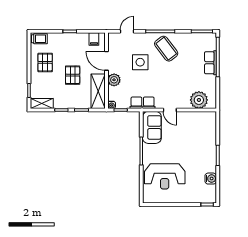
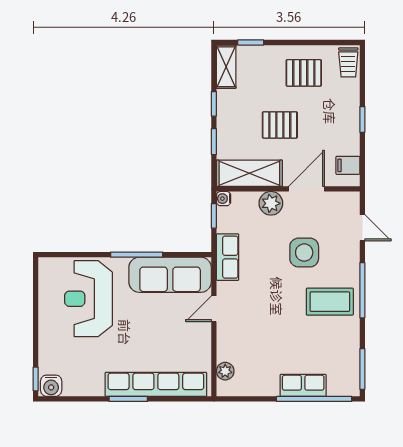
coffee table: (166, 49) -> (330, 302), turned 37
plant: (199, 100) -> (225, 371), width x0.53, depth x0.53
sofa: (152, 127) -> (170, 275), width x1.36
row of seats: (210, 141) -> (156, 384), added
water cooler: (211, 179) -> (51, 386), moved

